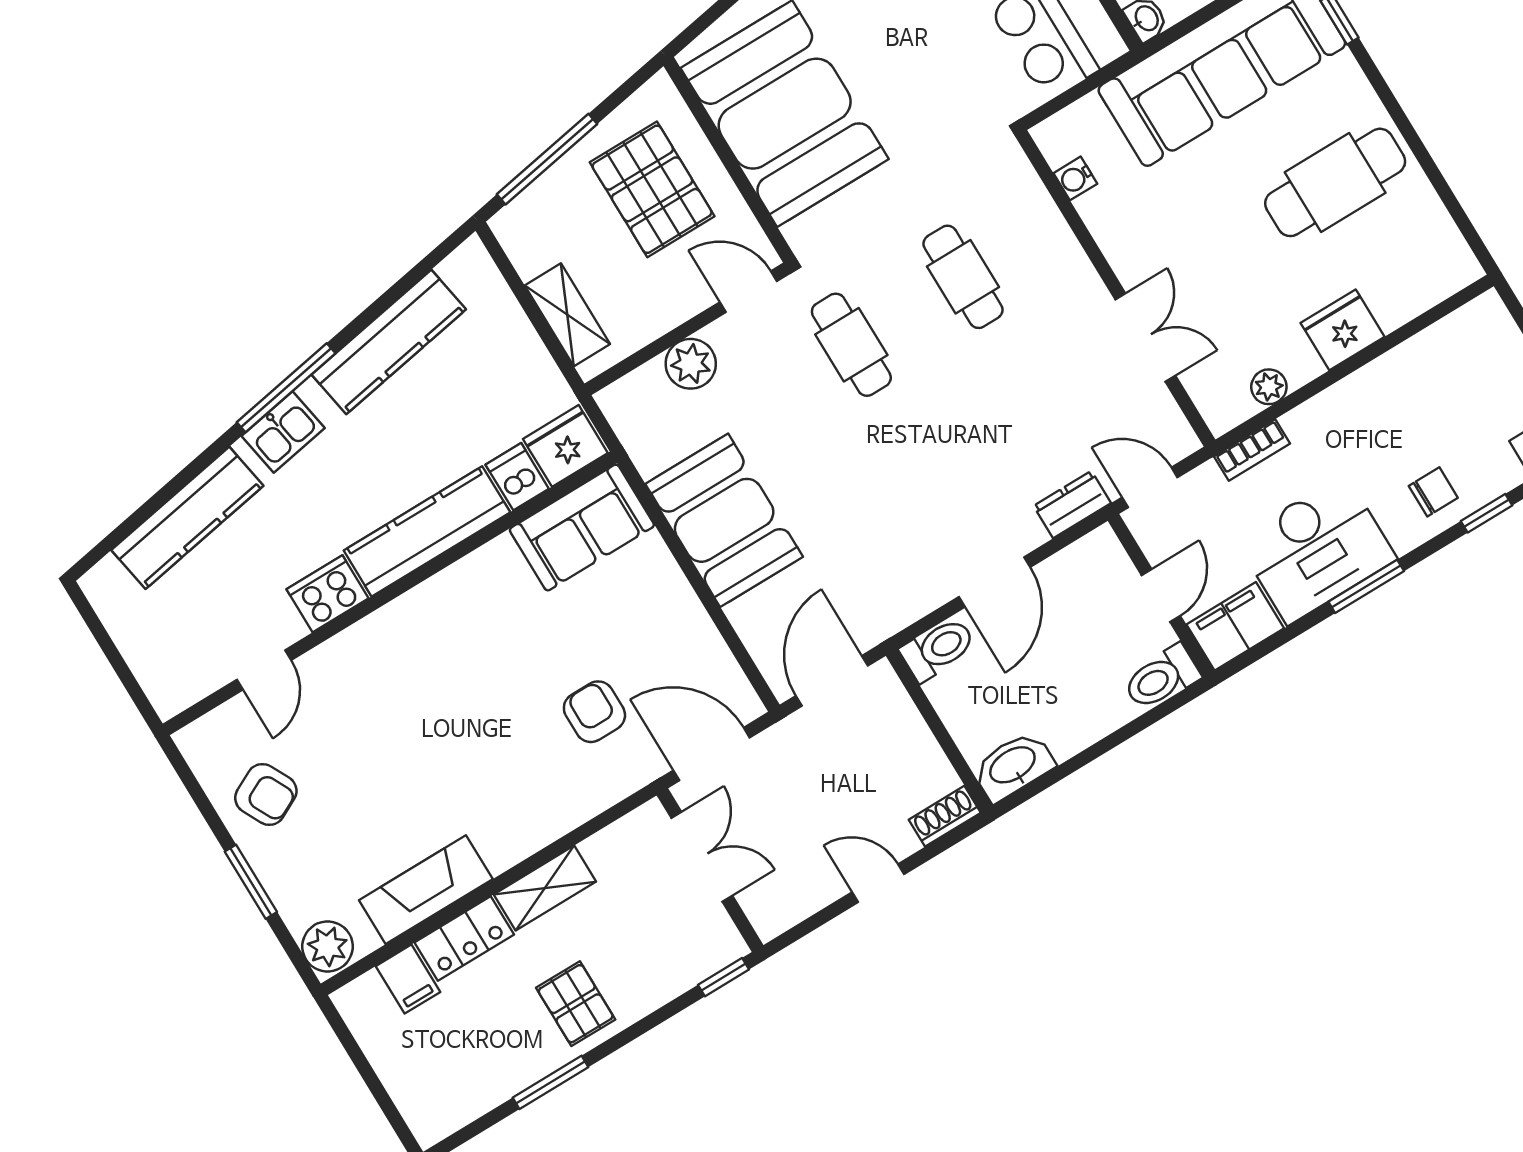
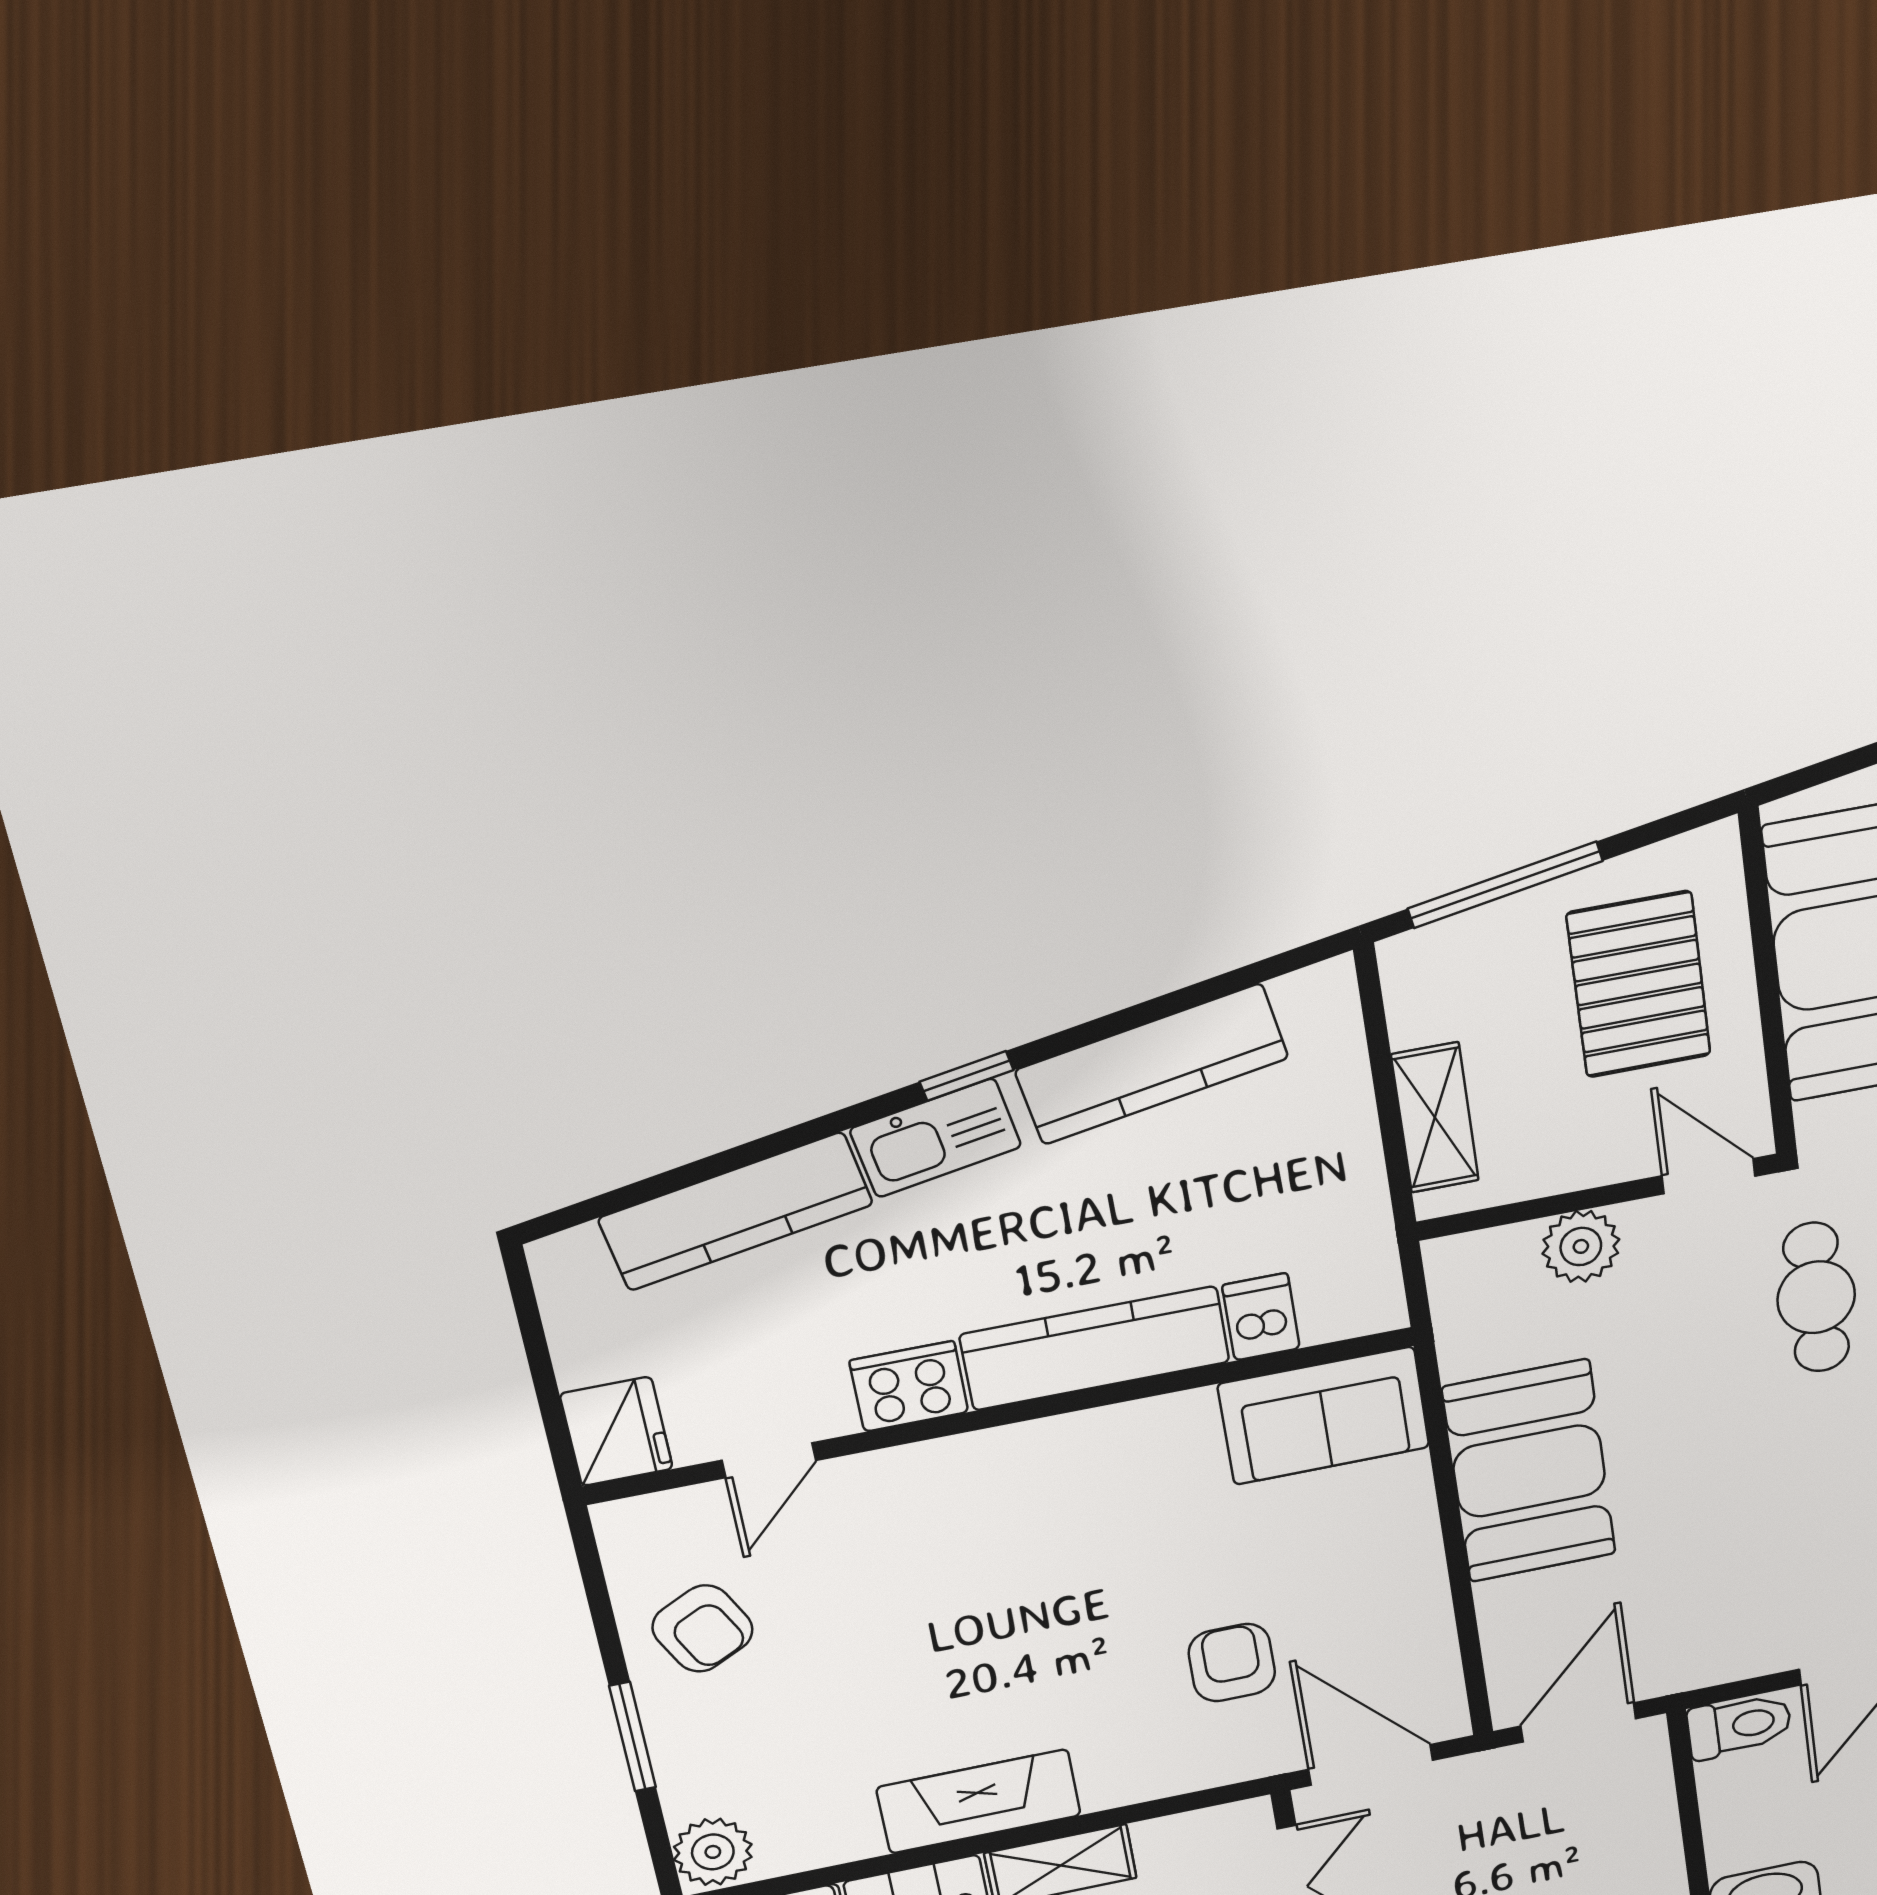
window: (286, 388) -> (967, 1076), width x0.46
kitchen sink: (283, 432) -> (936, 1138), width x1.38
fridge: (565, 446) -> (616, 1431), moved, turned 90
fireplace: (426, 890) -> (979, 1801), moved

